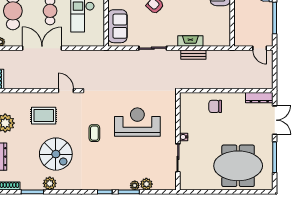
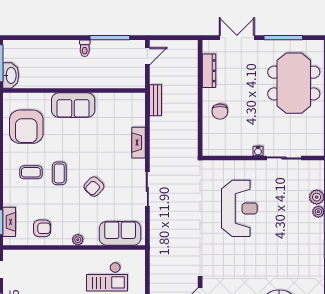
bench: (193, 55) -> (155, 100), moved
dresser: (259, 98) -> (209, 71), moved
reception desk: (137, 122) -> (239, 208), turned 180
coffee table: (94, 133) -> (253, 262), removed

